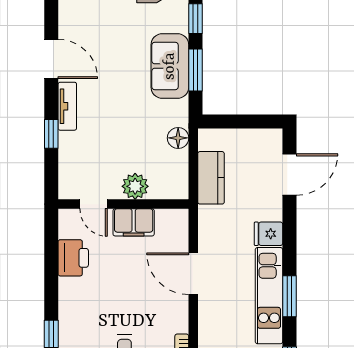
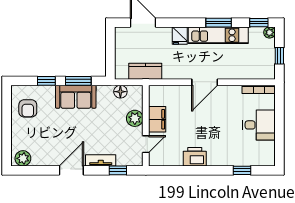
plant: (135, 186) -> (135, 118), moved
door: (94, 204) -> (146, 144), moved
wall: (123, 204) -> (146, 126), moved
filing cabinet: (134, 222) -> (157, 119), moved

